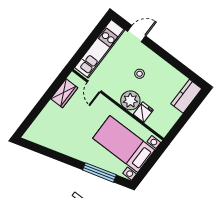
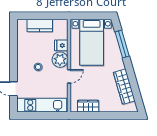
door: (94, 86) -> (69, 76), moved
kitchen counter: (186, 96) -> (40, 25), moved
wardrobe: (56, 143) -> (124, 87), added

